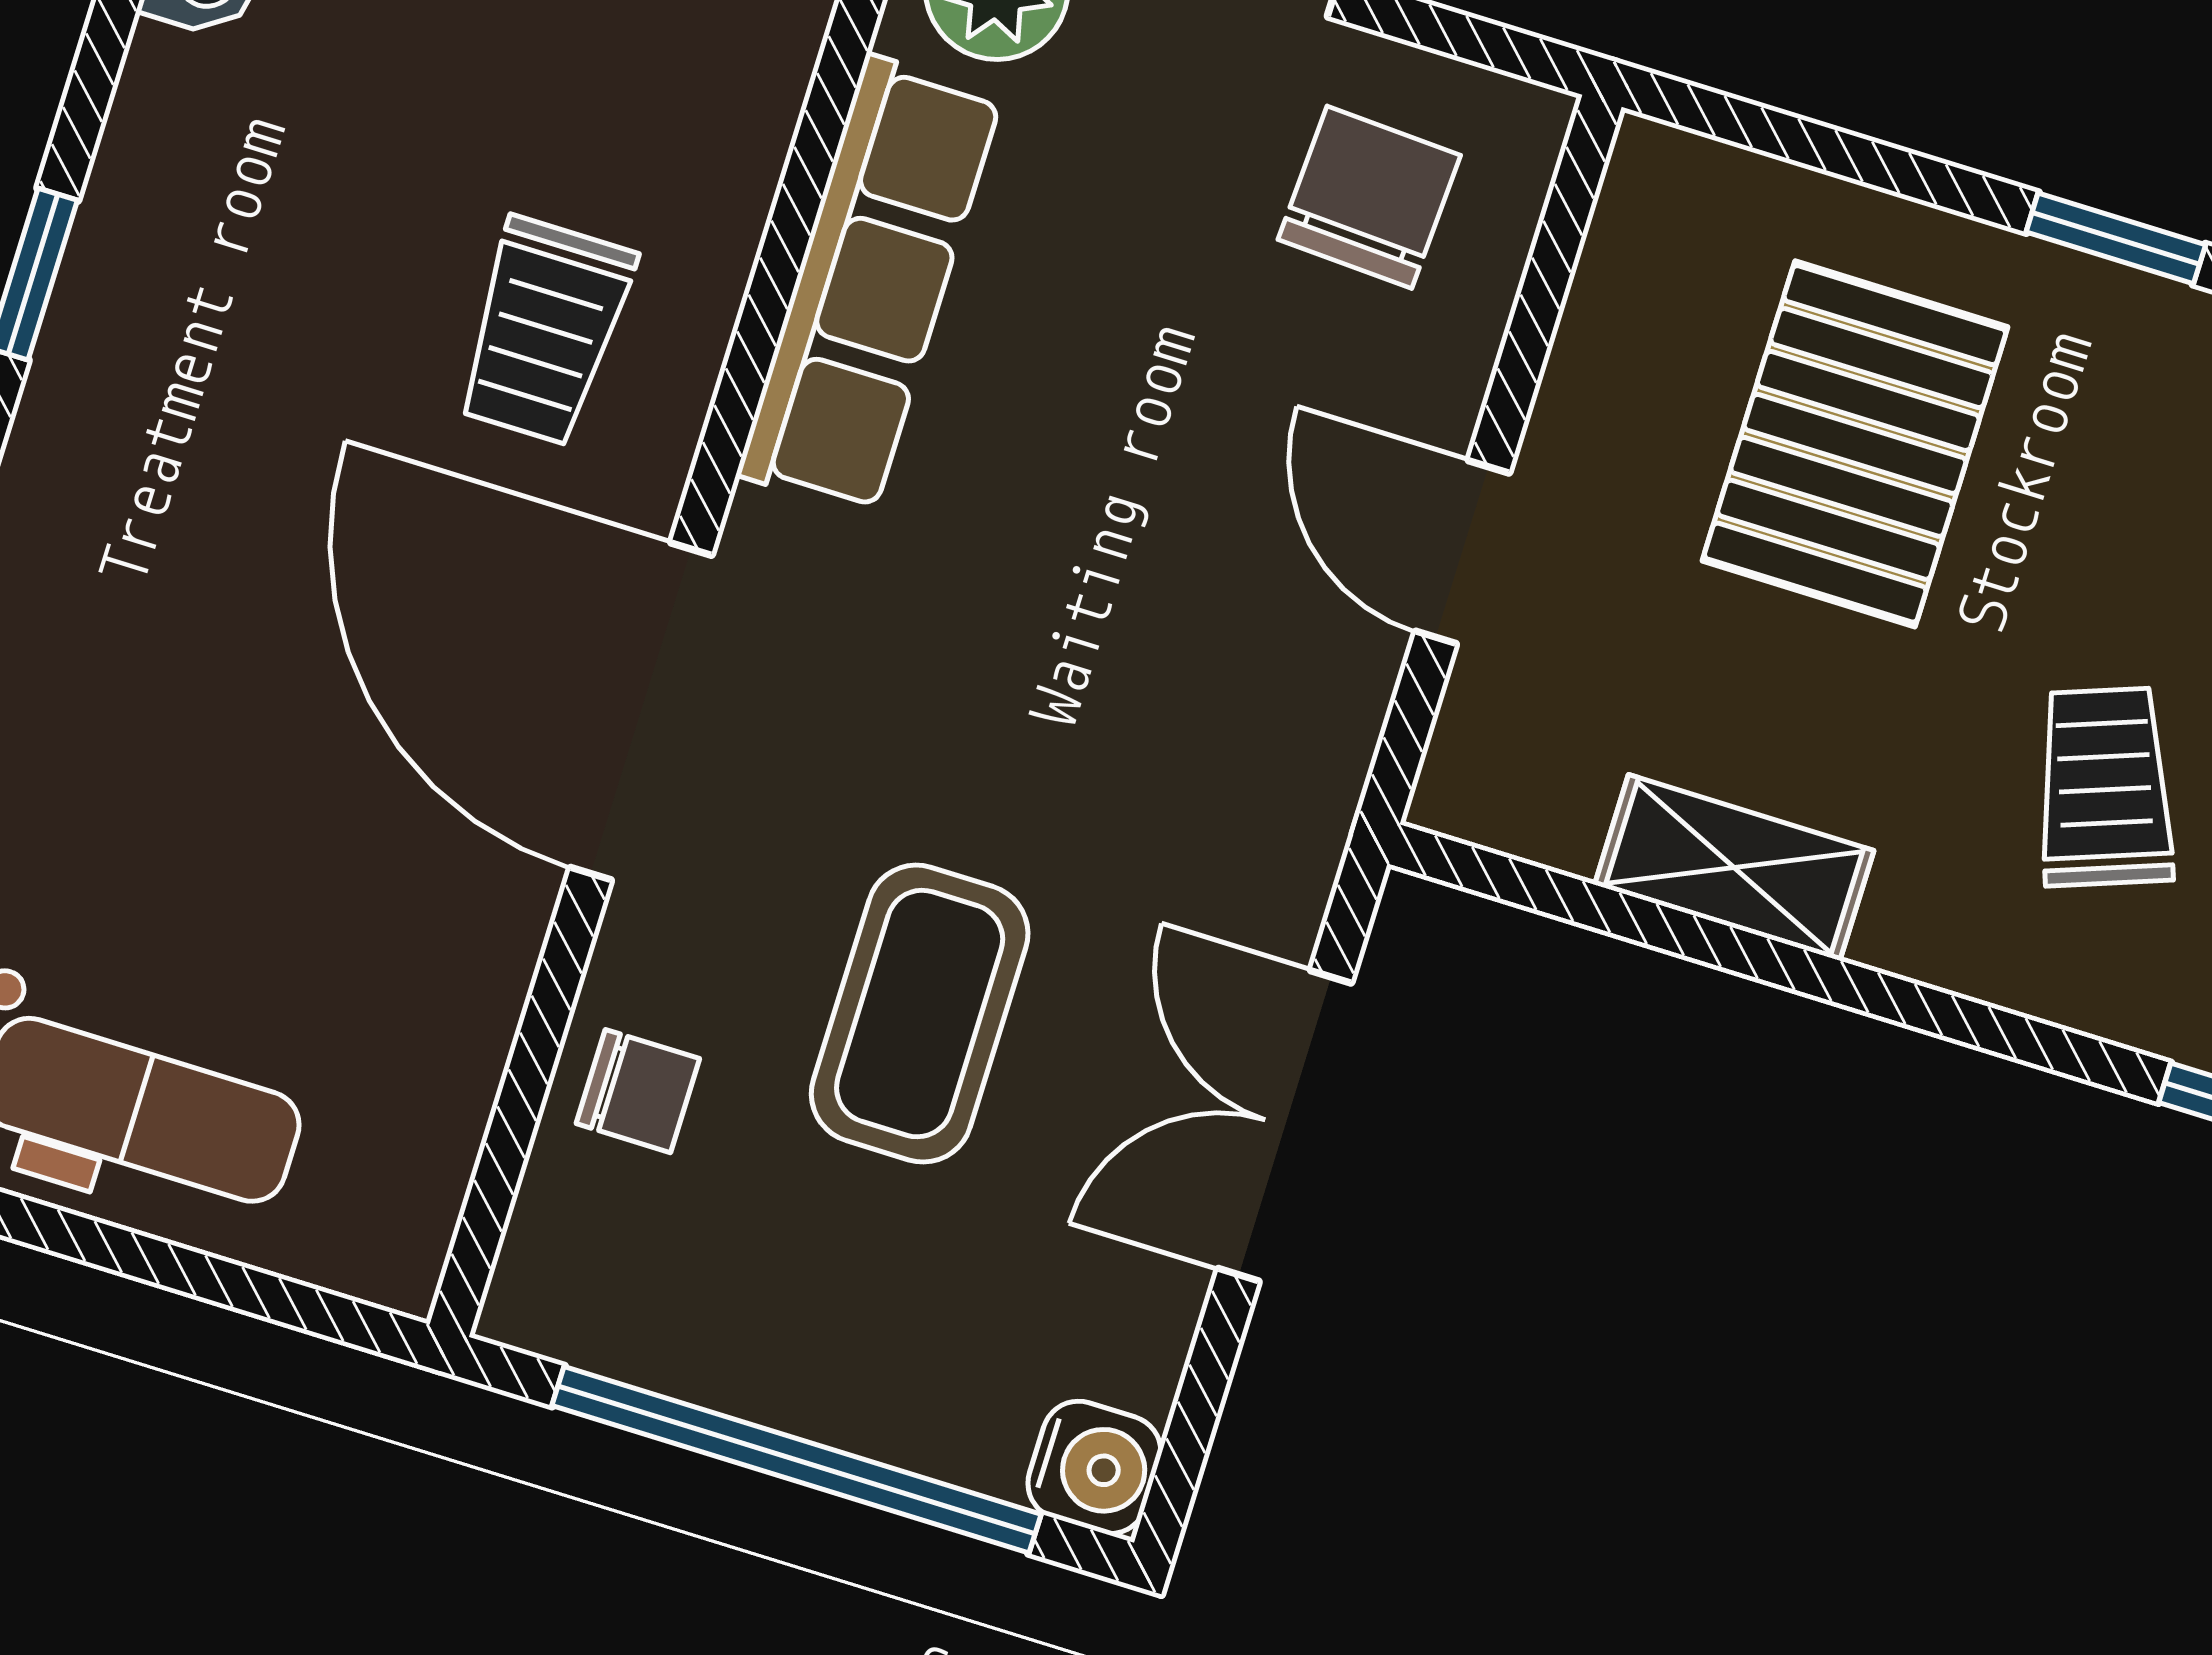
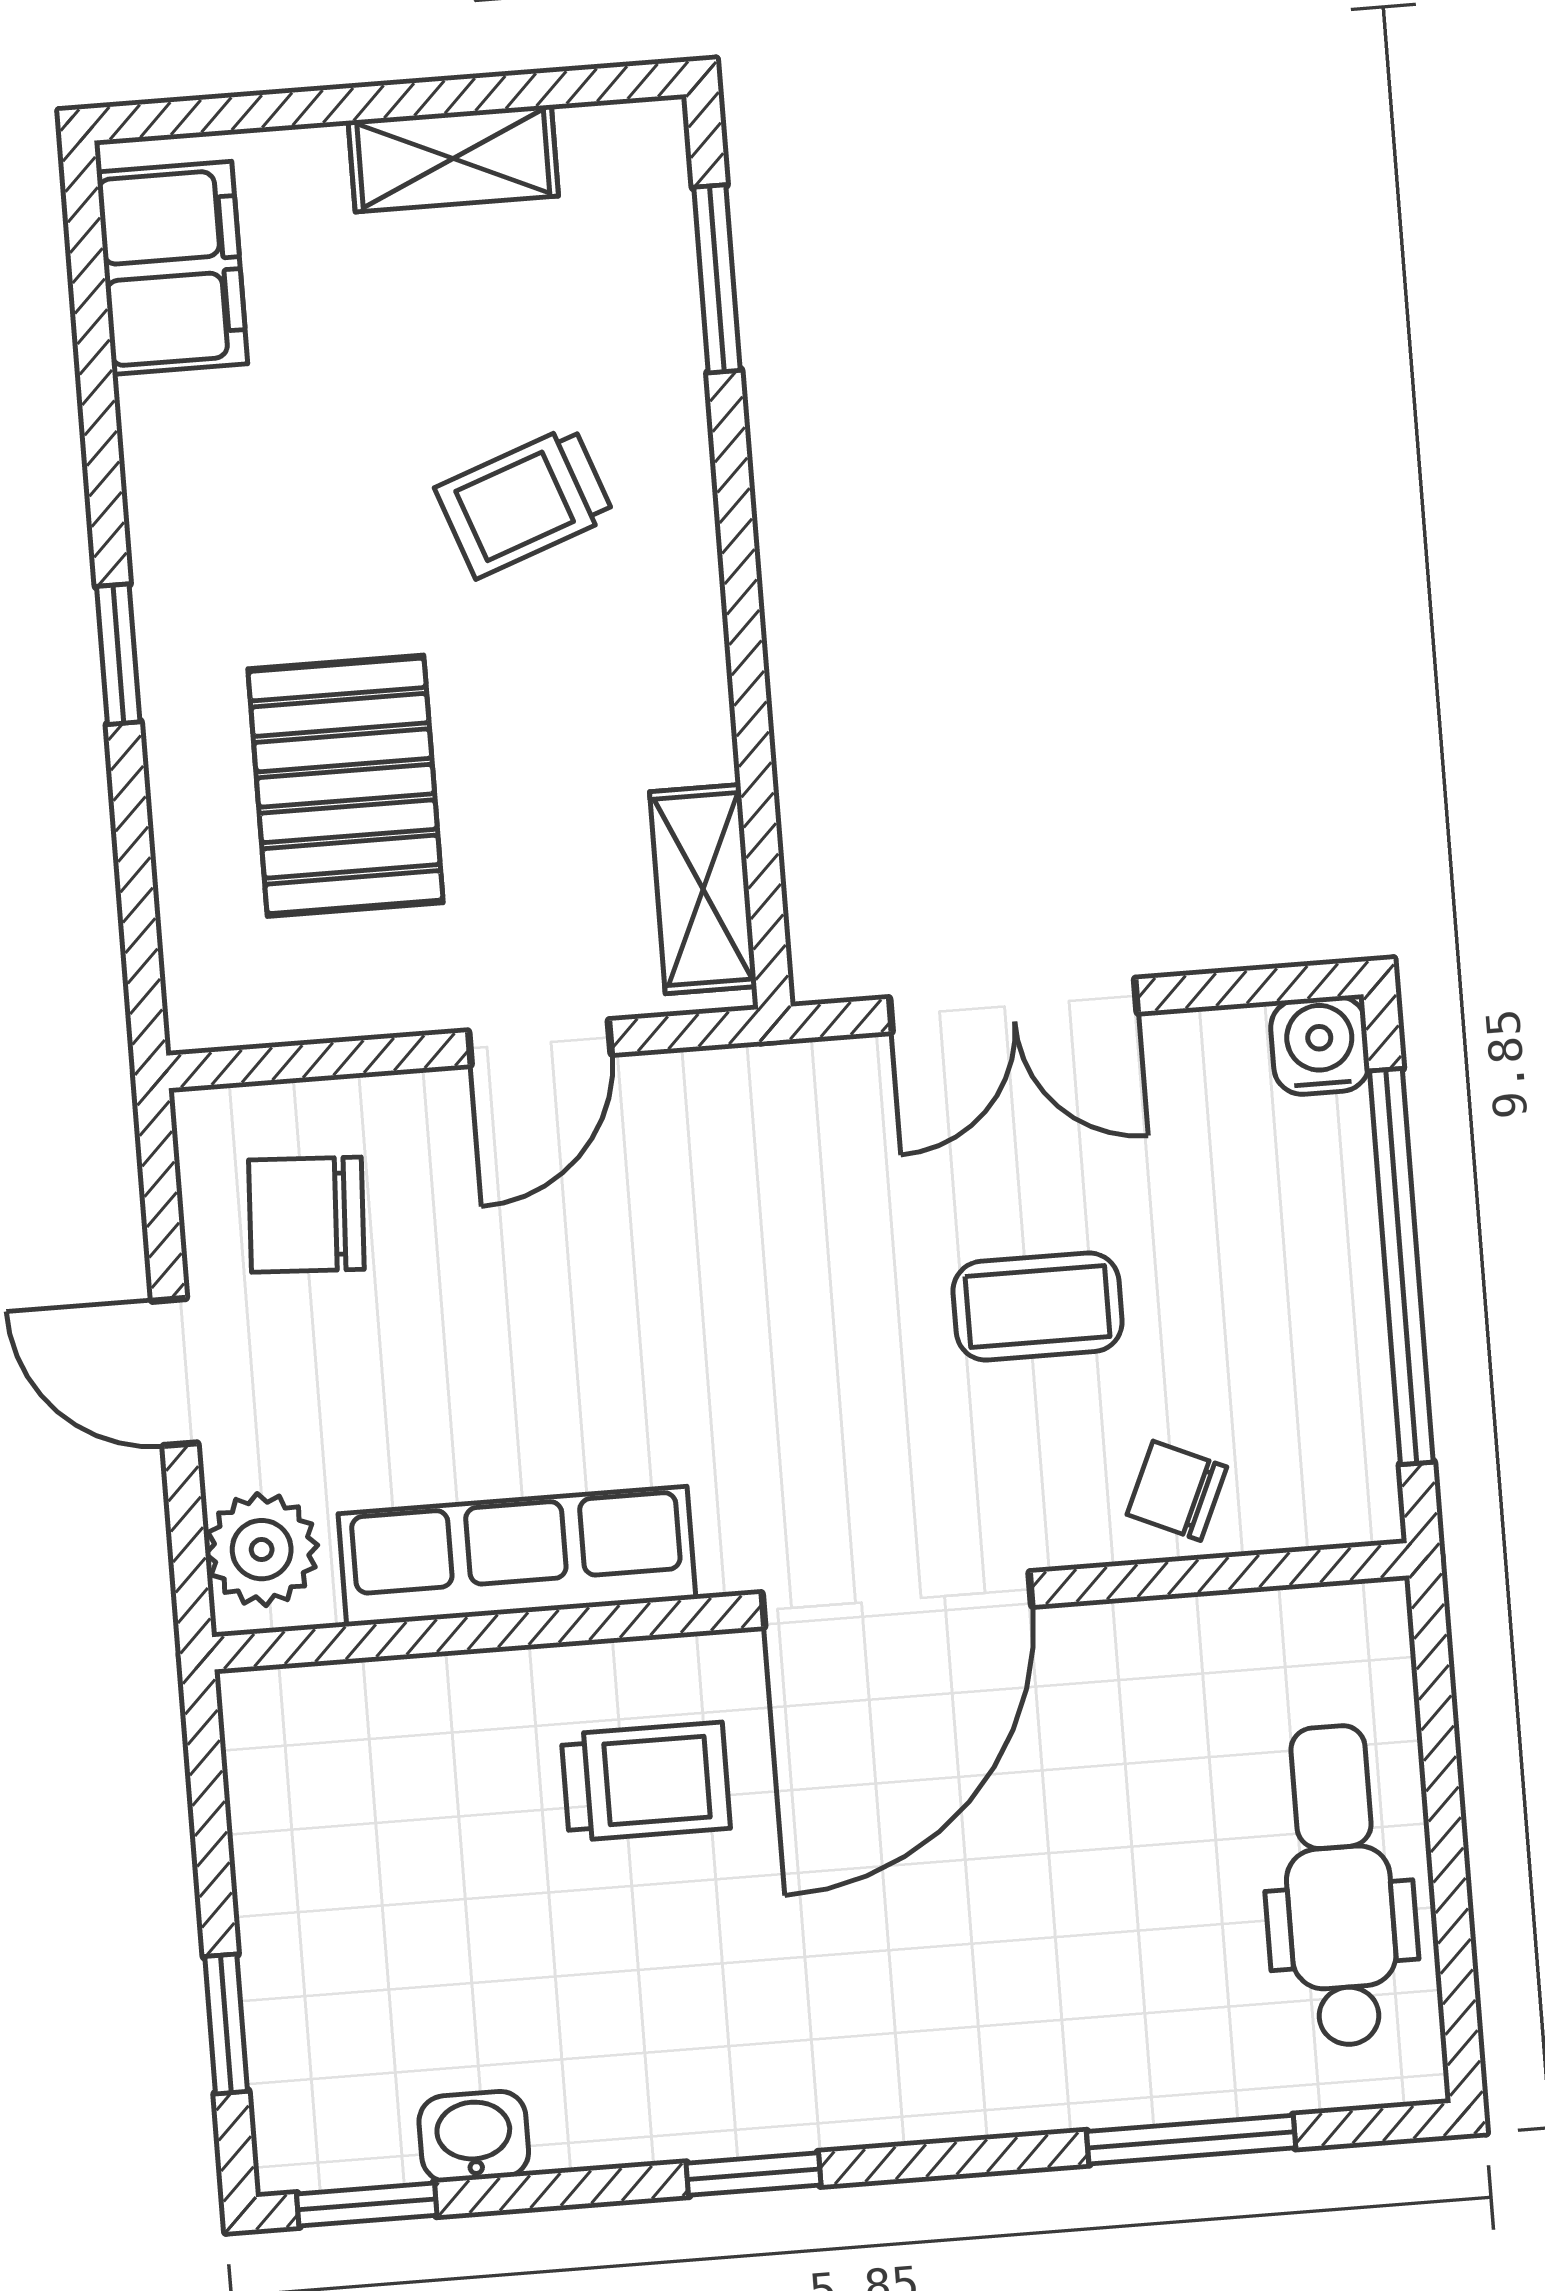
pallet: (1855, 444) -> (346, 786), turned 90
shelving: (1734, 868) -> (703, 889), moved
coffee table: (920, 1014) -> (1038, 1306), width x0.73, depth x0.77
chair: (638, 1091) -> (1177, 1491), turned -66

